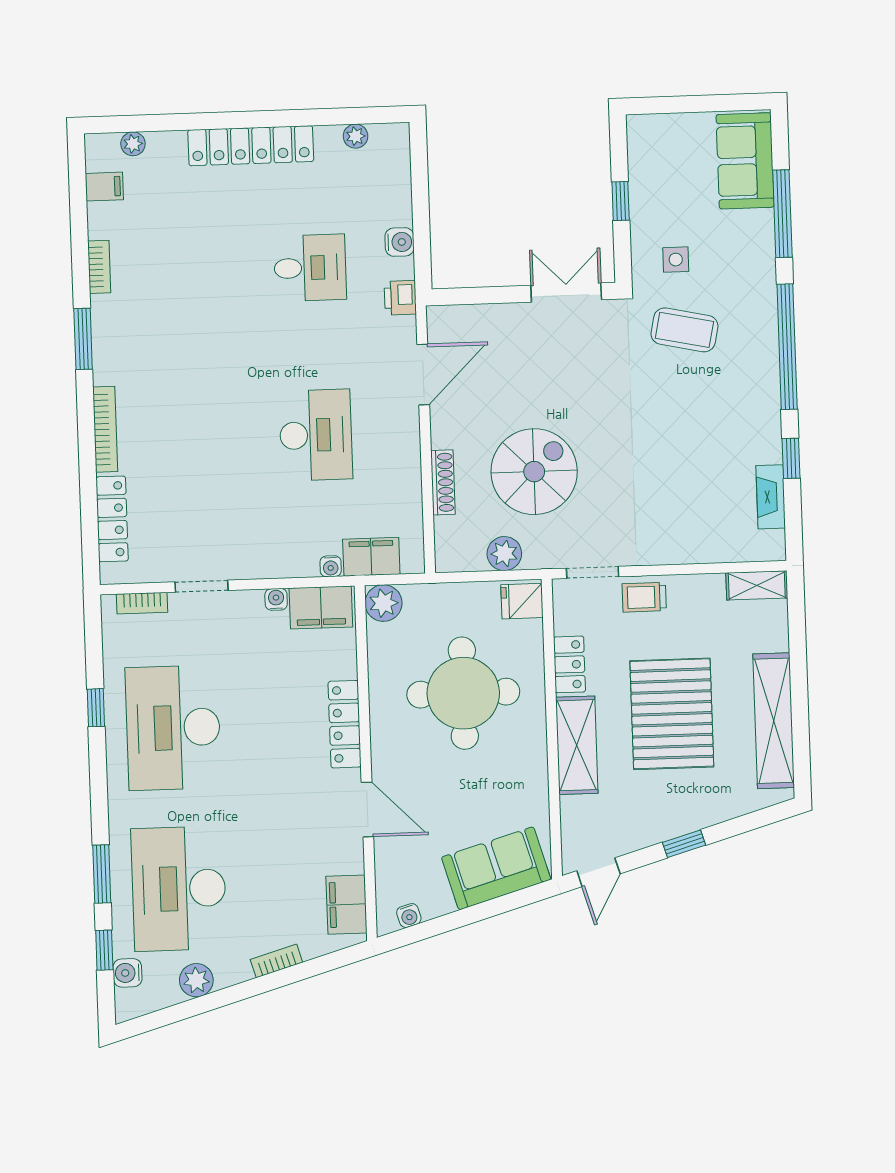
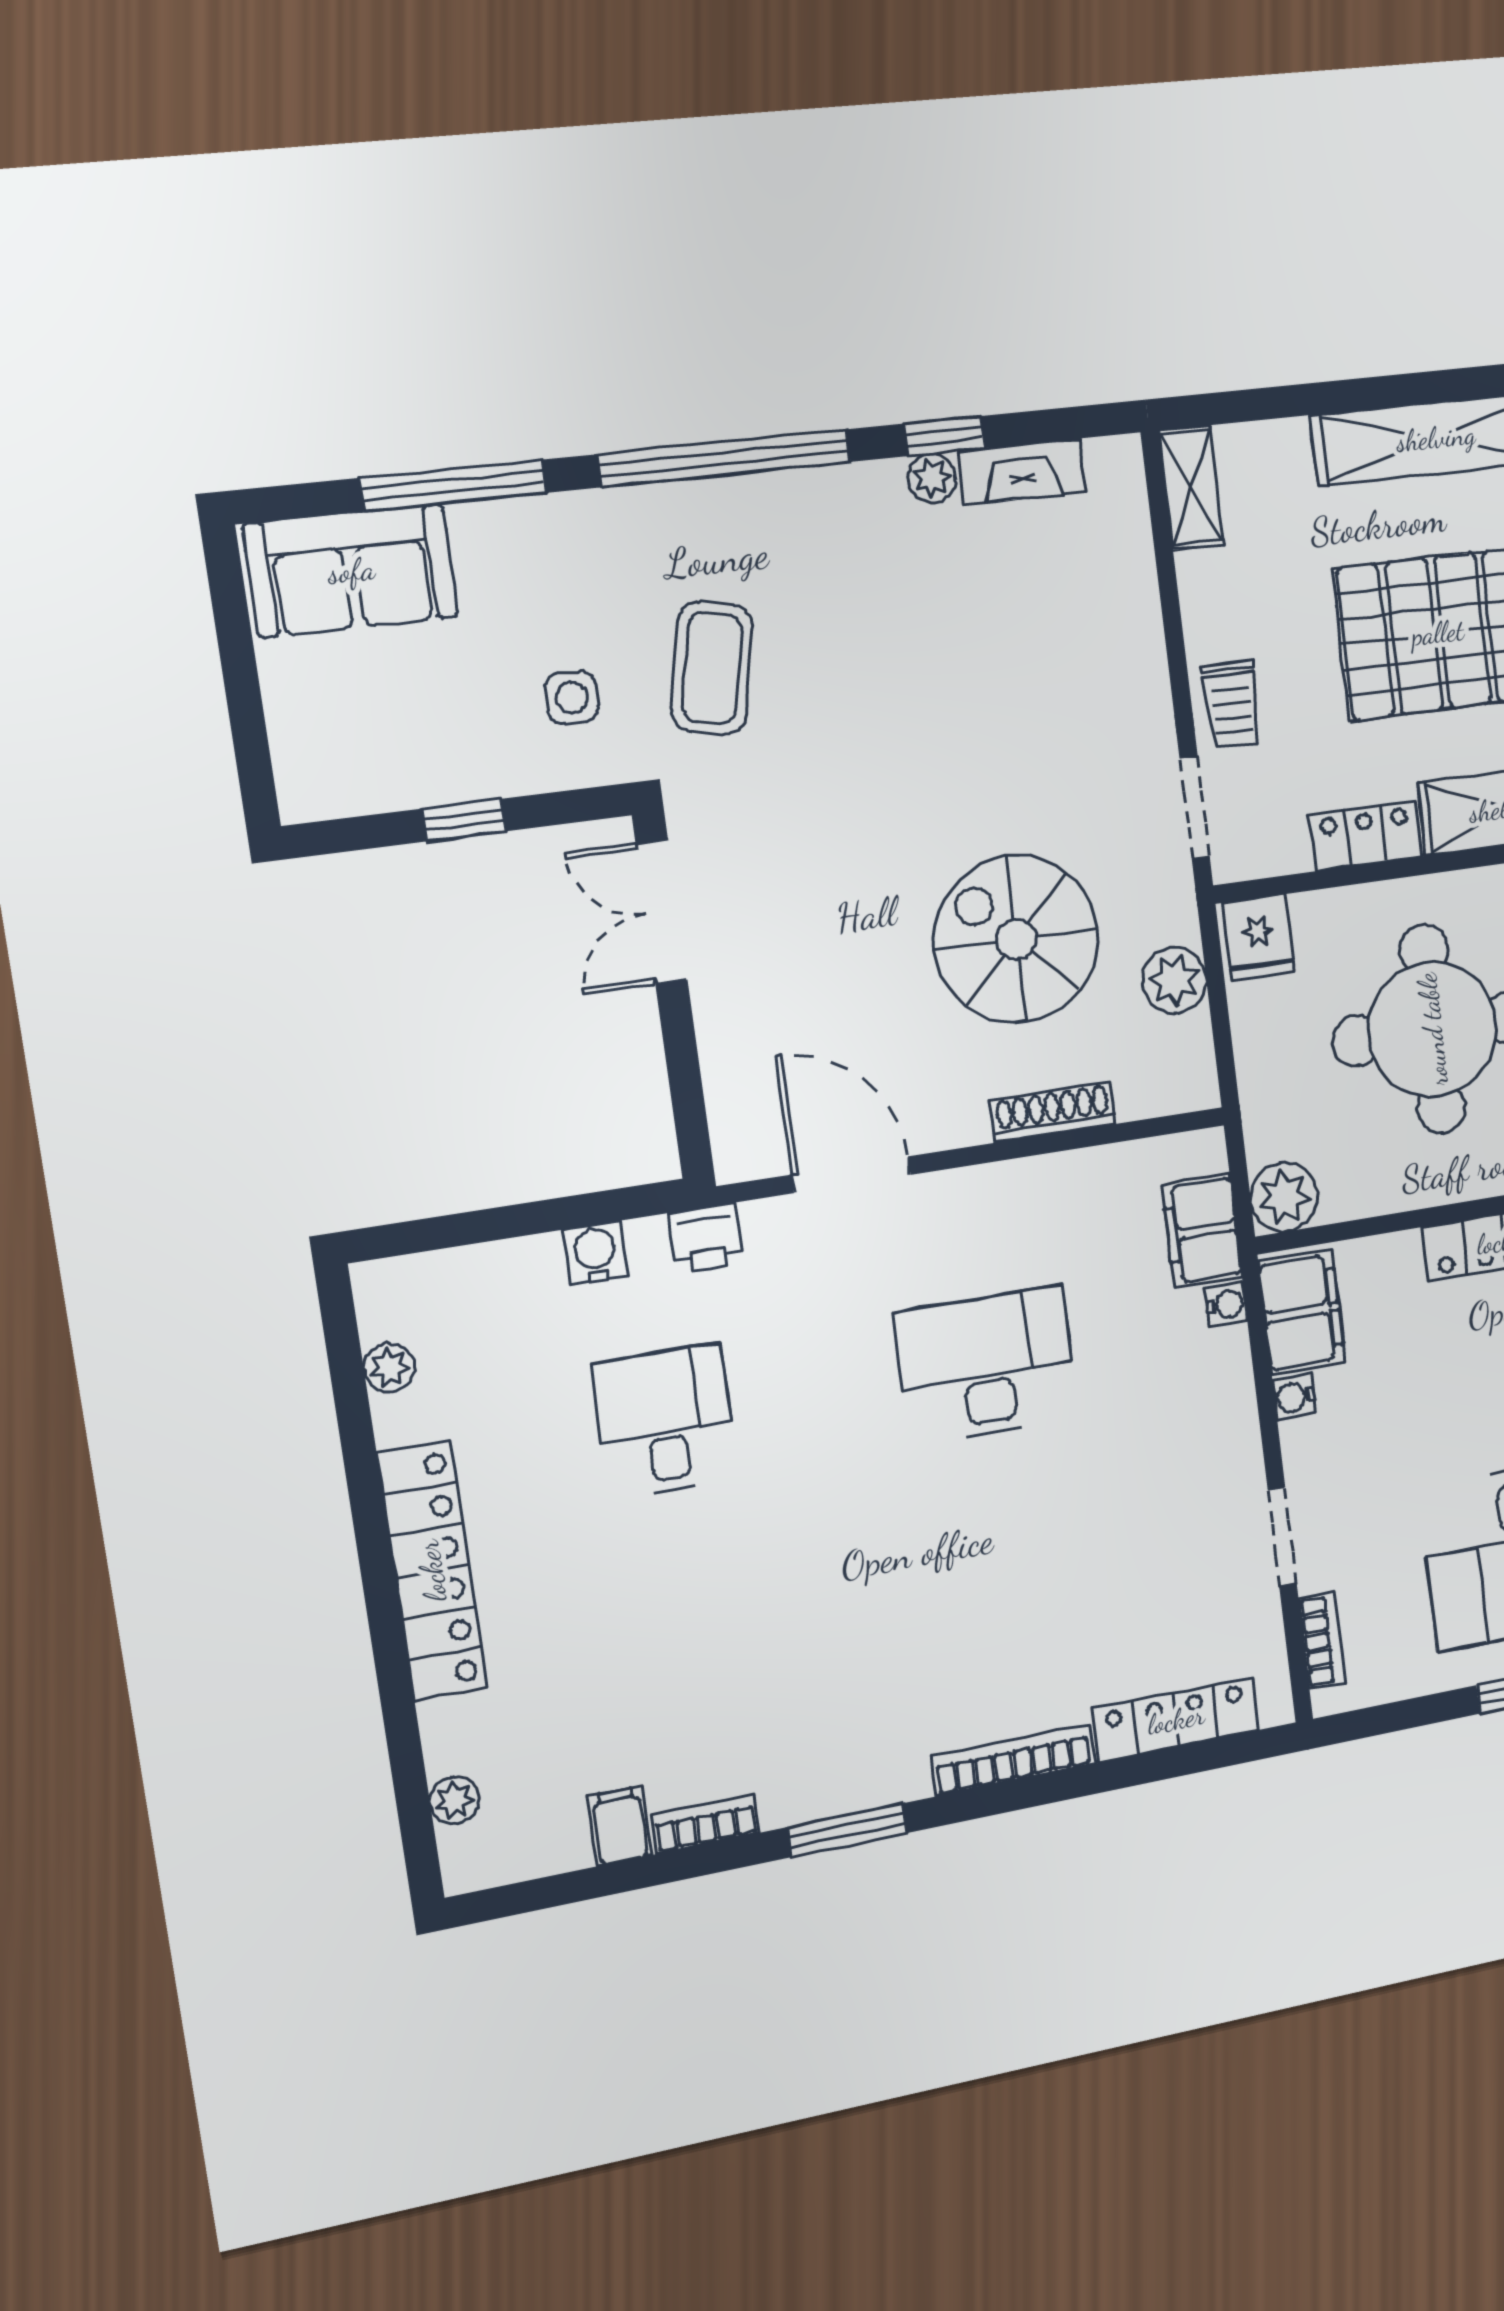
filing cabinet: (104, 187) -> (620, 1826), moved
plant: (770, 450) -> (932, 478), added

